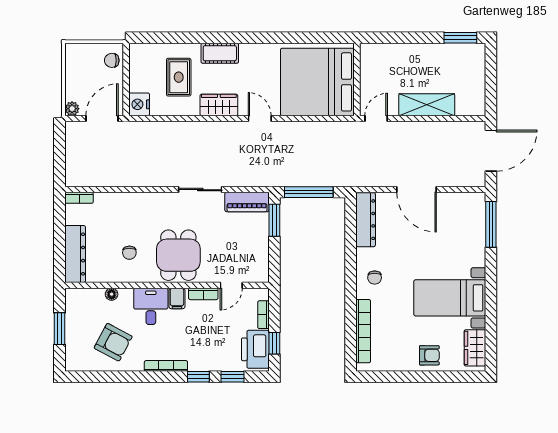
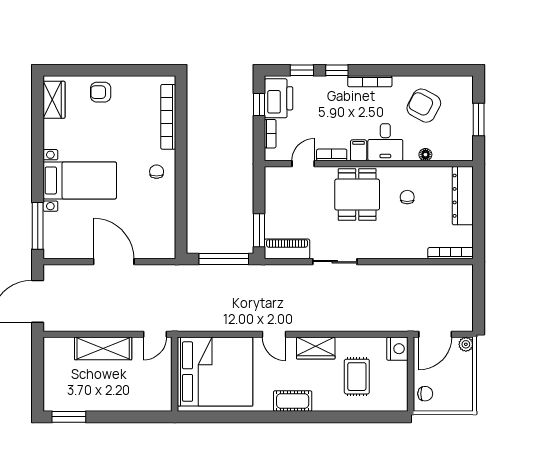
cot: (220, 53) -> (293, 401), moved
bookcase: (79, 198) -> (451, 253), width x1.56
dresser: (366, 220) -> (166, 231), removed
bed with nightstands: (450, 298) -> (80, 180), moved

